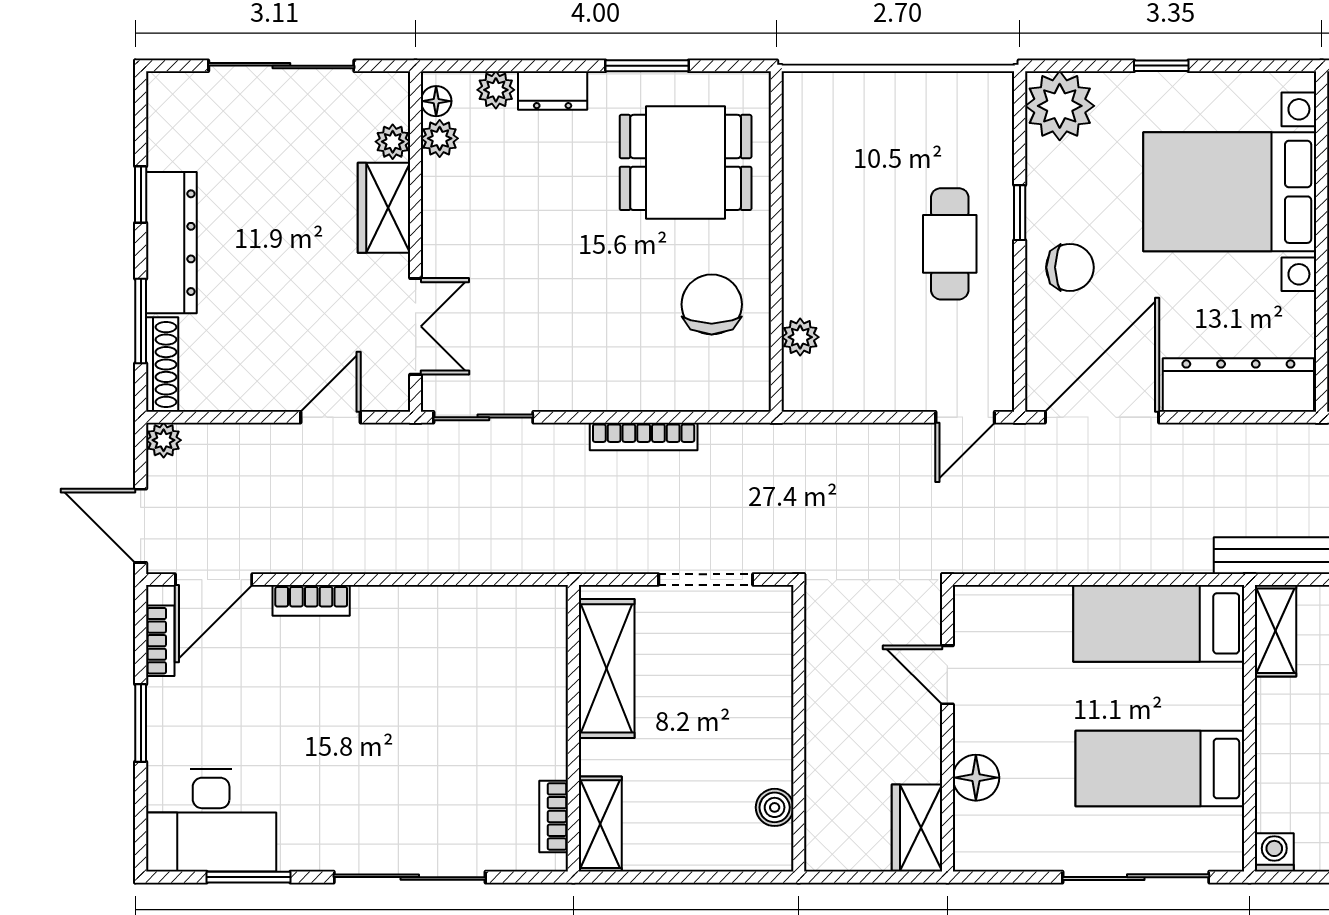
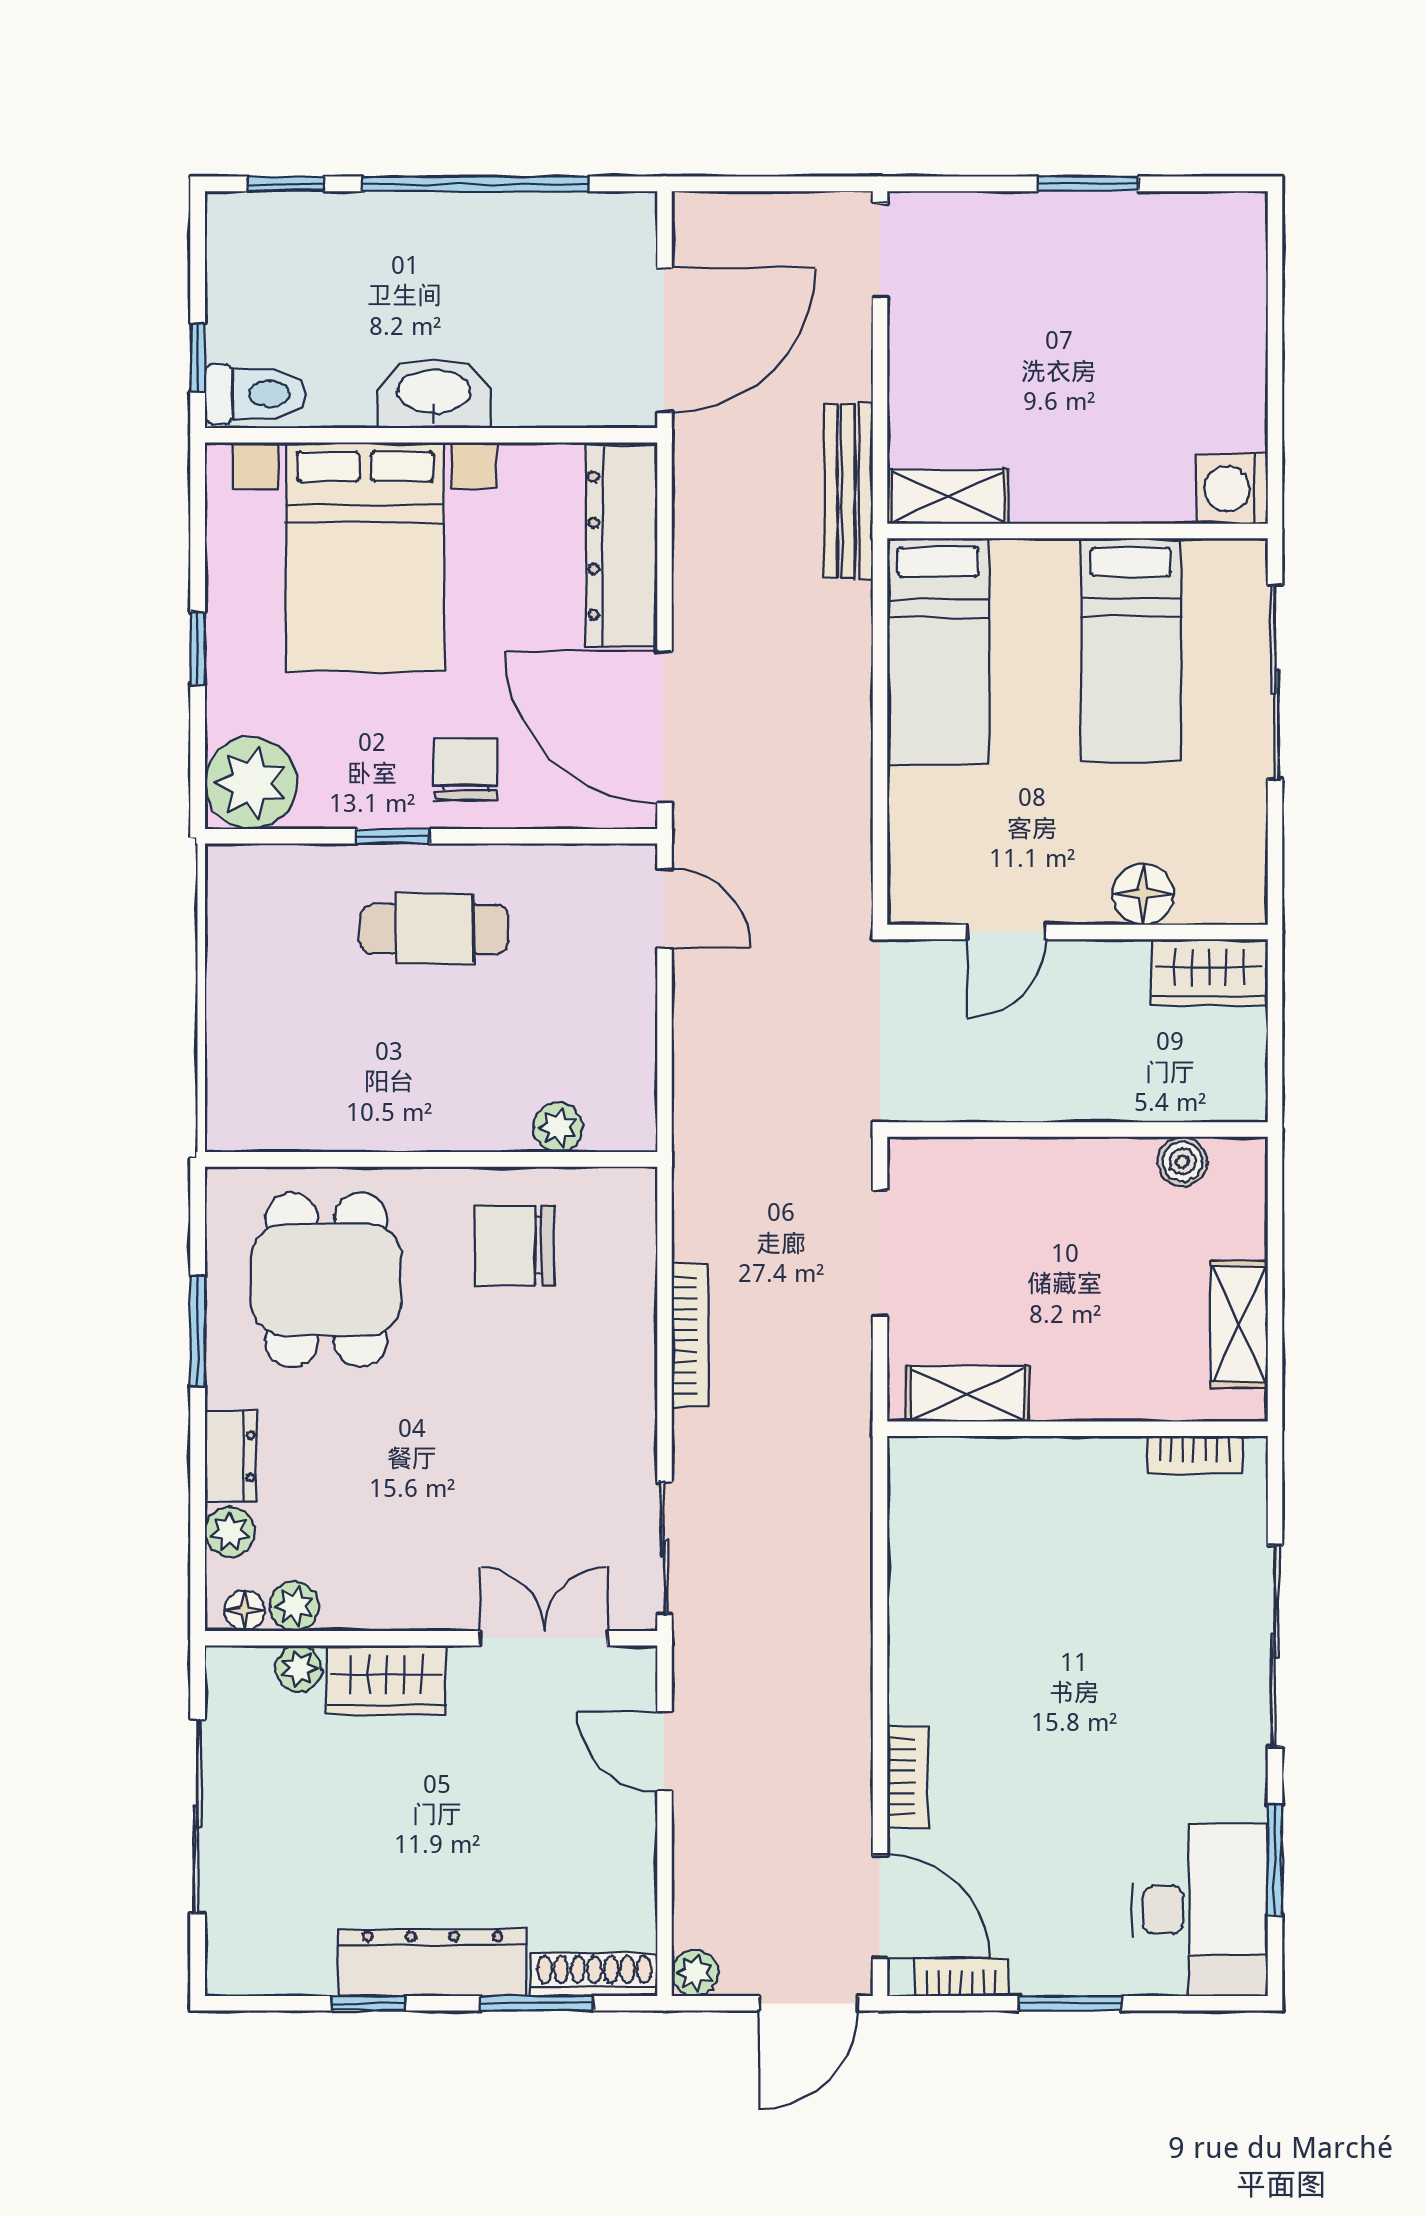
shelving: (607, 668) -> (967, 1394), width x0.67, depth x0.75
shelving: (600, 824) -> (1239, 1324), moved, turned 90
washing machine: (1274, 852) -> (1232, 488), width x1.38, depth x1.38

